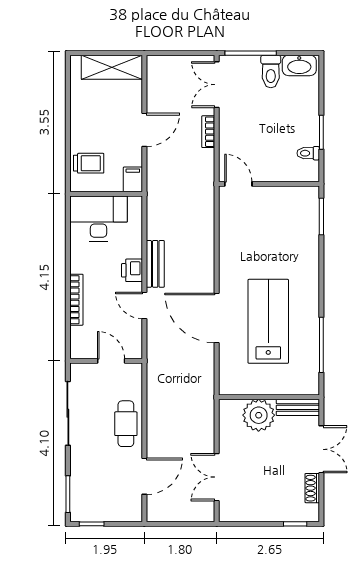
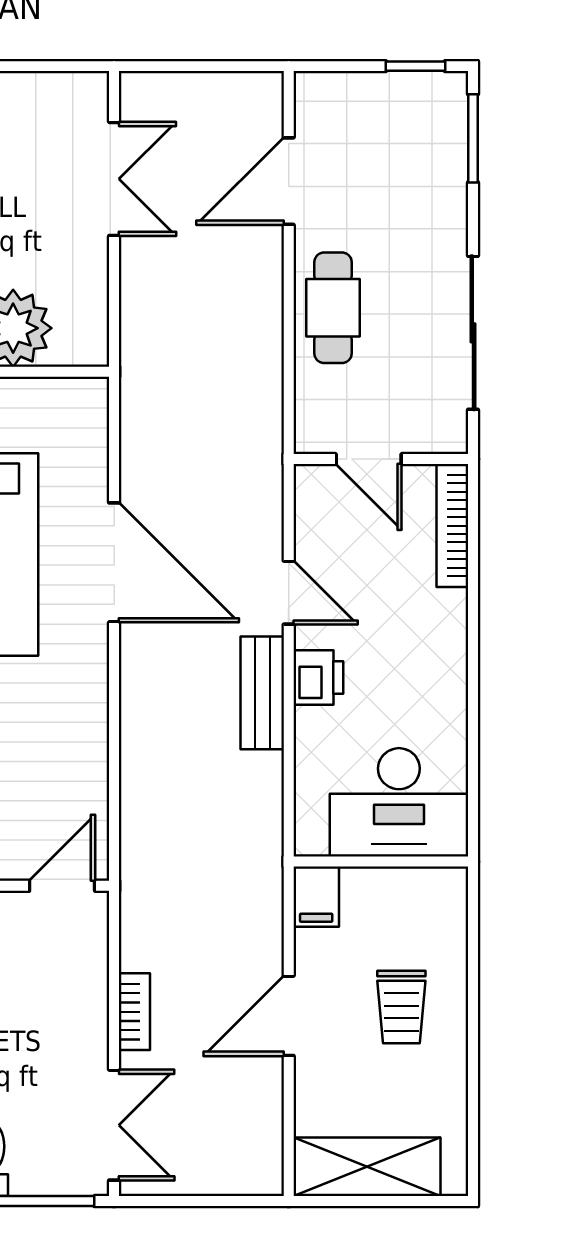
trolley: (89, 163) -> (401, 1007), moved, turned -90
door: (238, 184) -> (62, 886), swing flipped
bookcase: (76, 300) -> (452, 526), moved

